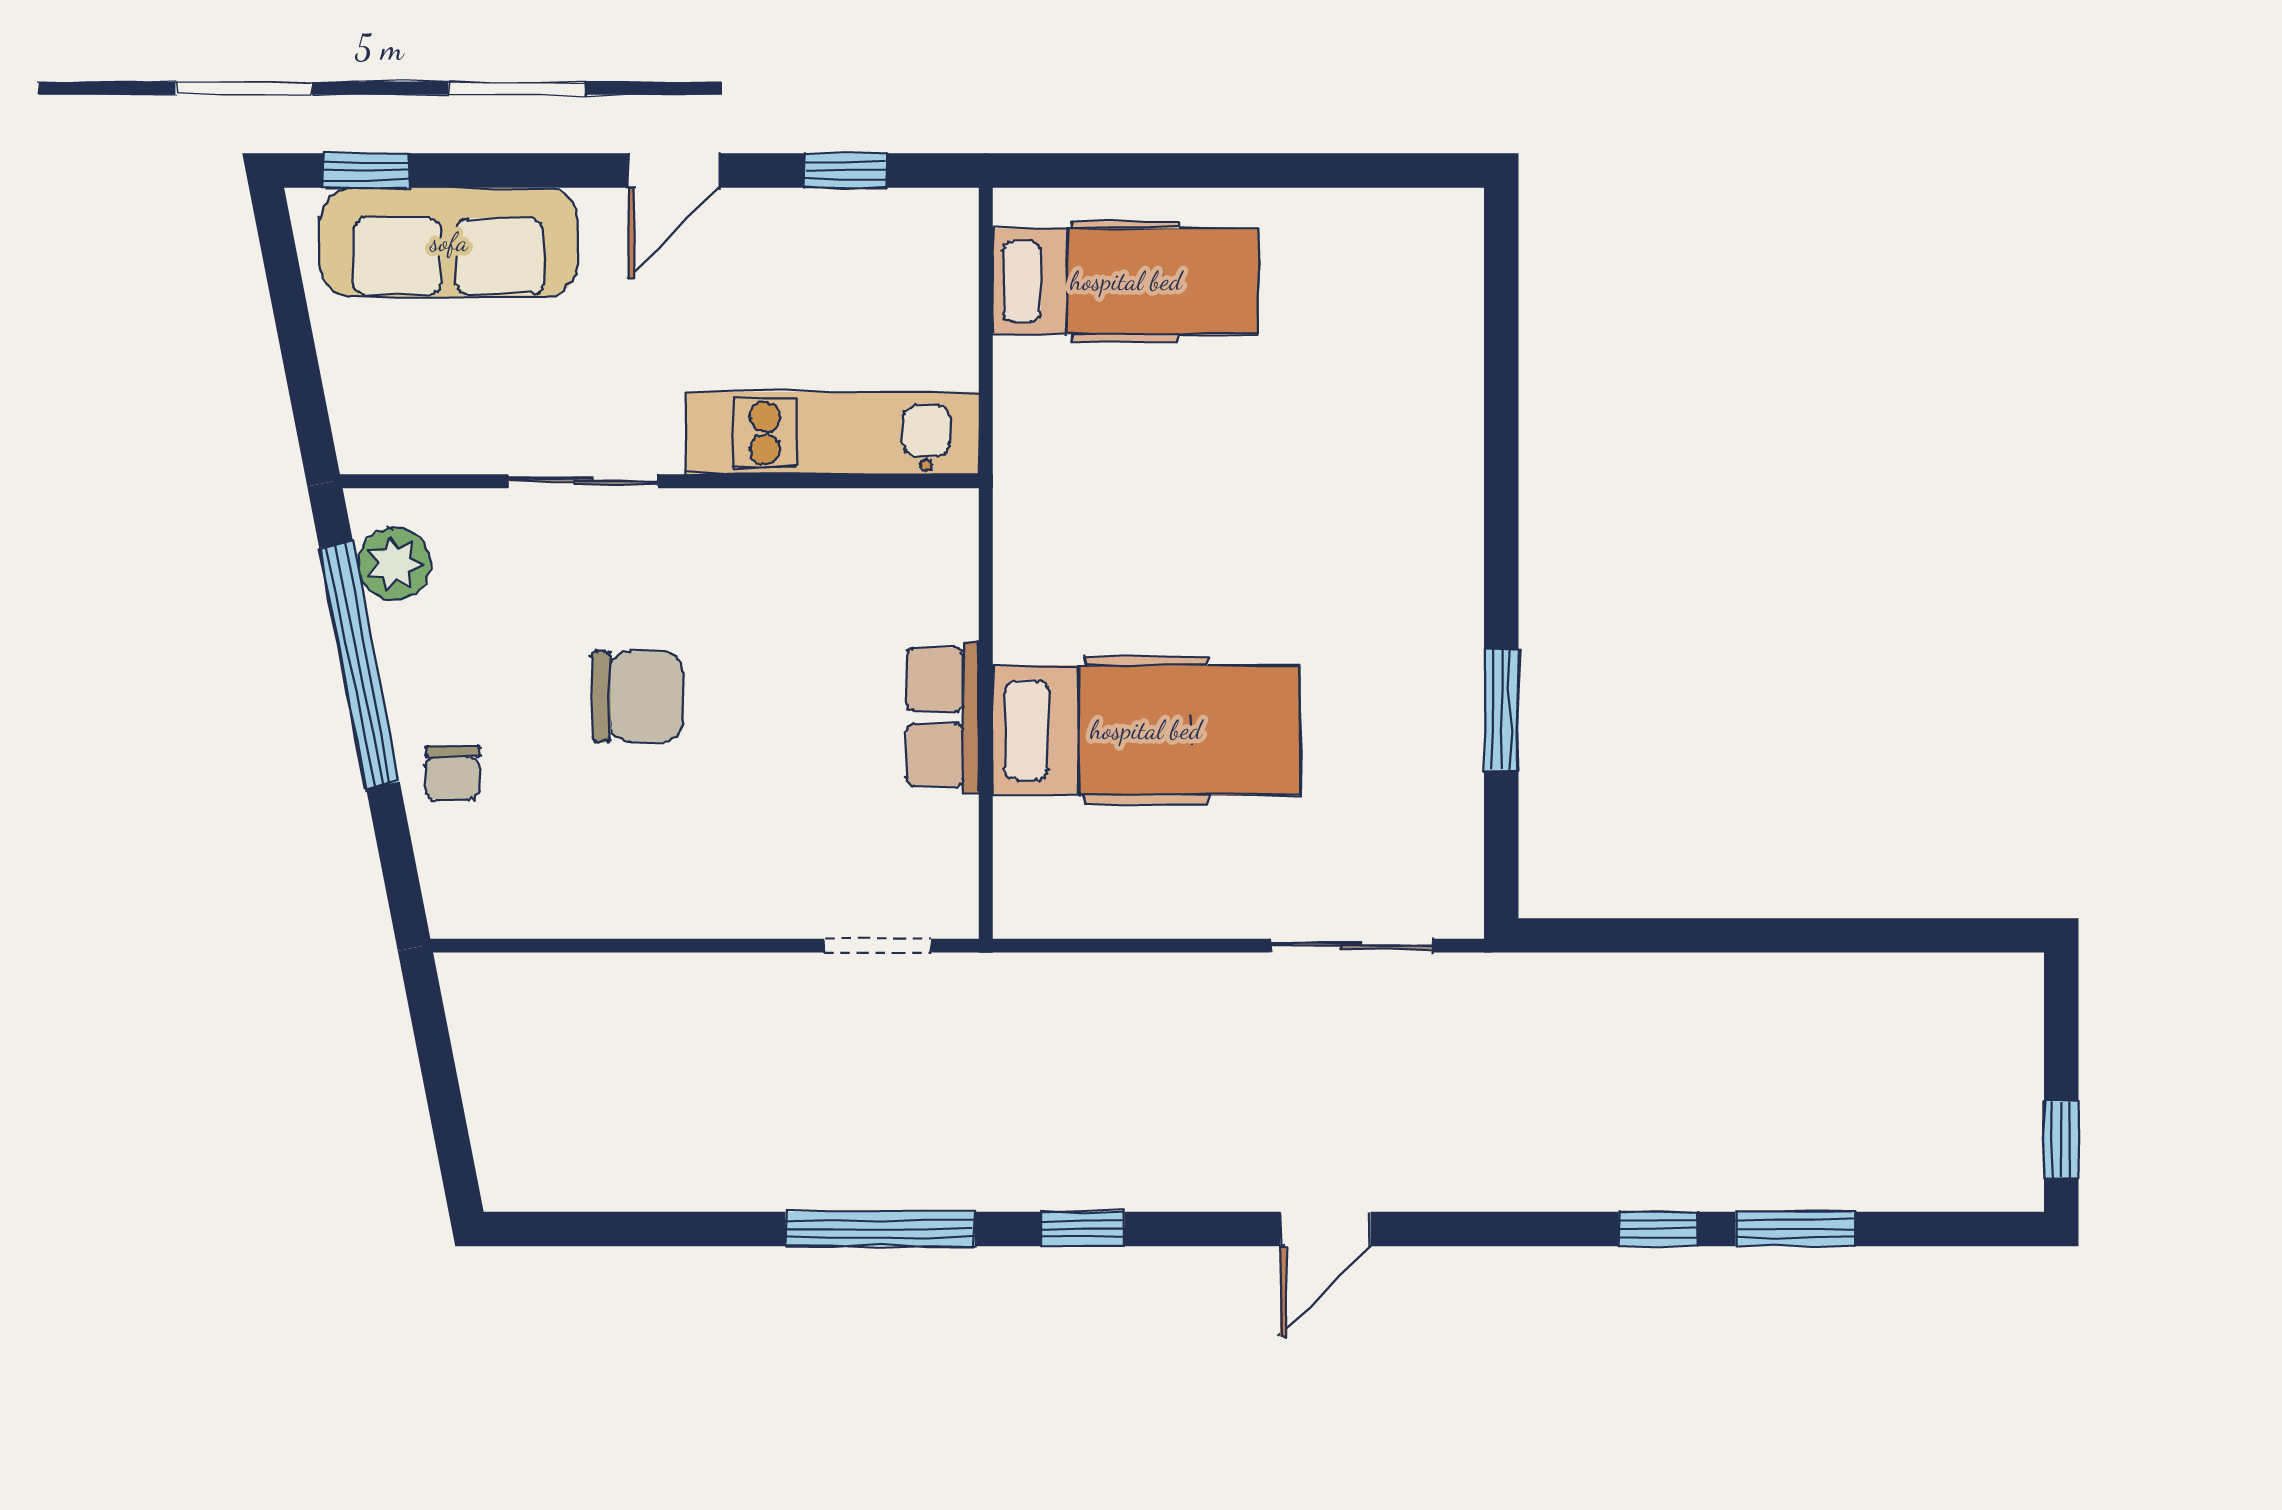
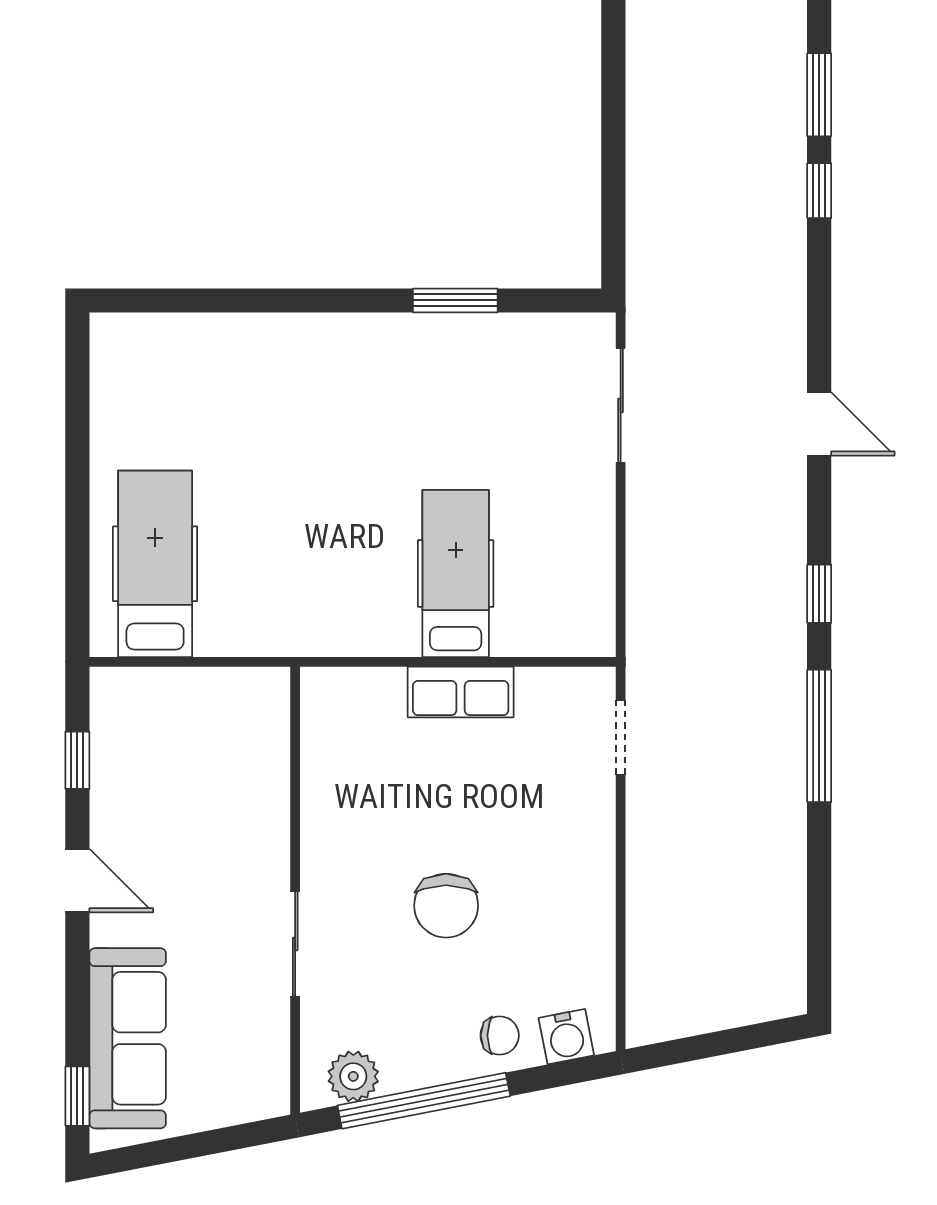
kitchen unit: (832, 433) -> (261, 769), removed
chair: (638, 697) -> (446, 906), turned 180
hospital bed: (1146, 730) -> (456, 573), width x0.73, depth x0.78
water cooler: (451, 868) -> (566, 1037), added

